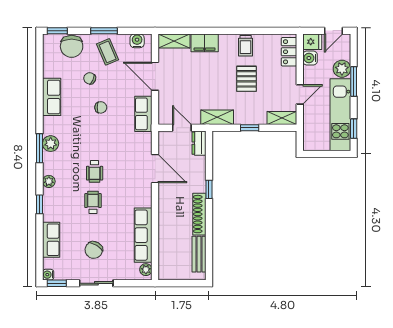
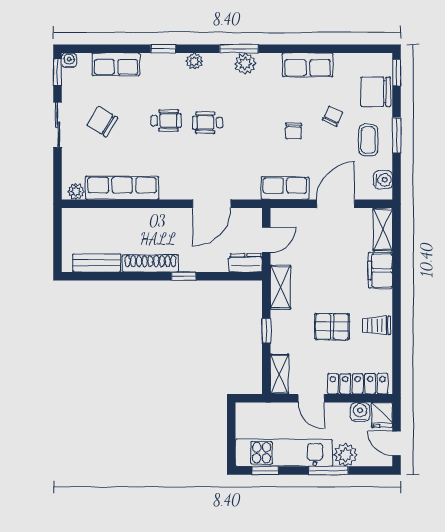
coffee table: (108, 52) -> (368, 140), turned -67
locker: (289, 52) -> (358, 384), width x1.53

